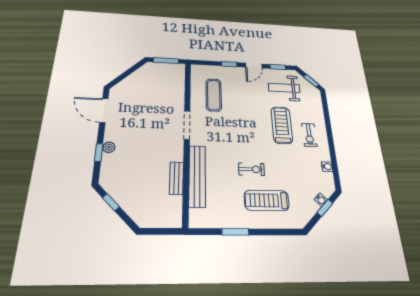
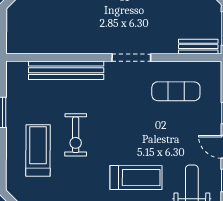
exercise bike: (251, 169) -> (76, 135), width x1.38, depth x1.39
bench: (176, 178) -> (198, 47), moved

